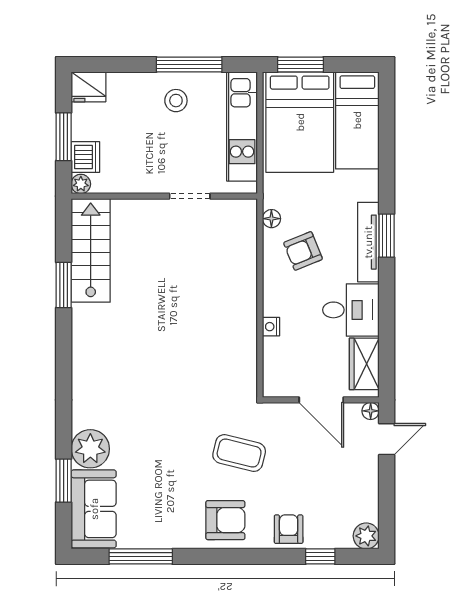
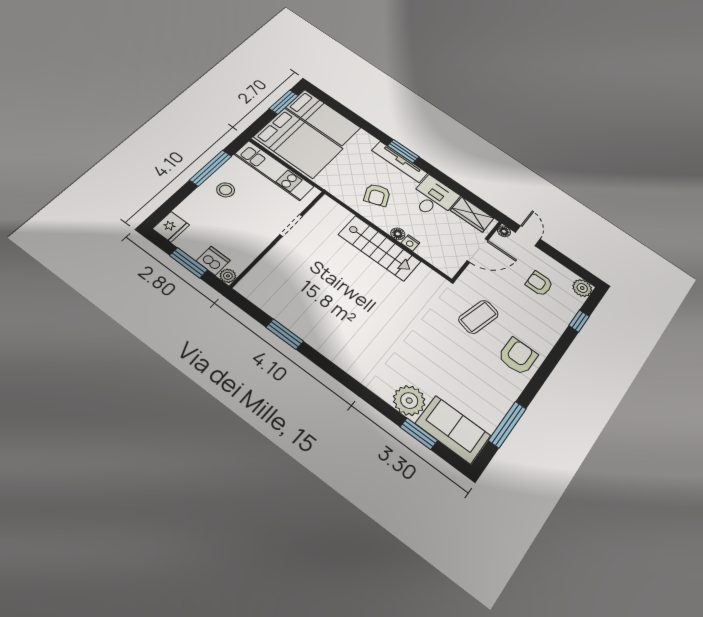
window: (301, 65) -> (284, 102), moved
floor lamp: (271, 219) -> (398, 234), moved
stairs: (91, 250) -> (379, 248), moved, turned 180
armchair: (289, 529) -> (539, 284), moved

